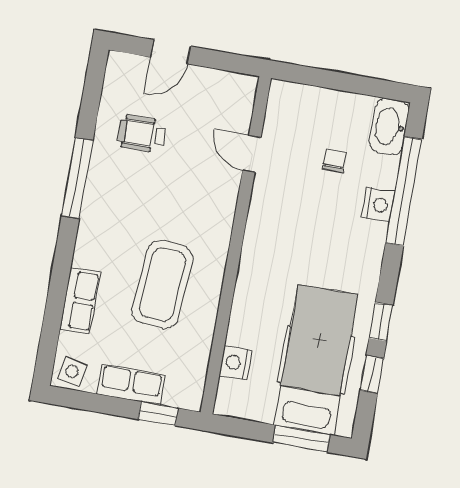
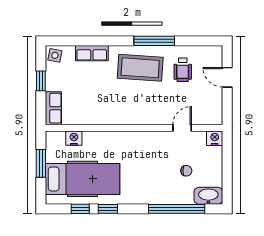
wheelchair: (142, 134) -> (183, 70), turned 180
nightstand: (378, 205) -> (215, 138), moved, turned 180
coffee table: (163, 285) -> (140, 68), moved
row of seats: (131, 385) -> (53, 108), moved
window: (158, 414) -> (41, 81), moved
window: (301, 439) -> (41, 163), moved

